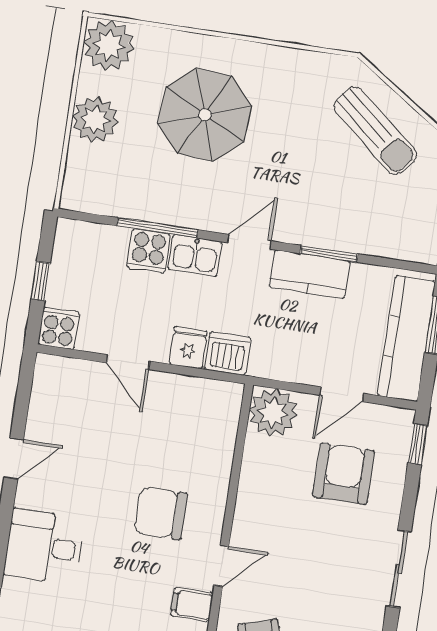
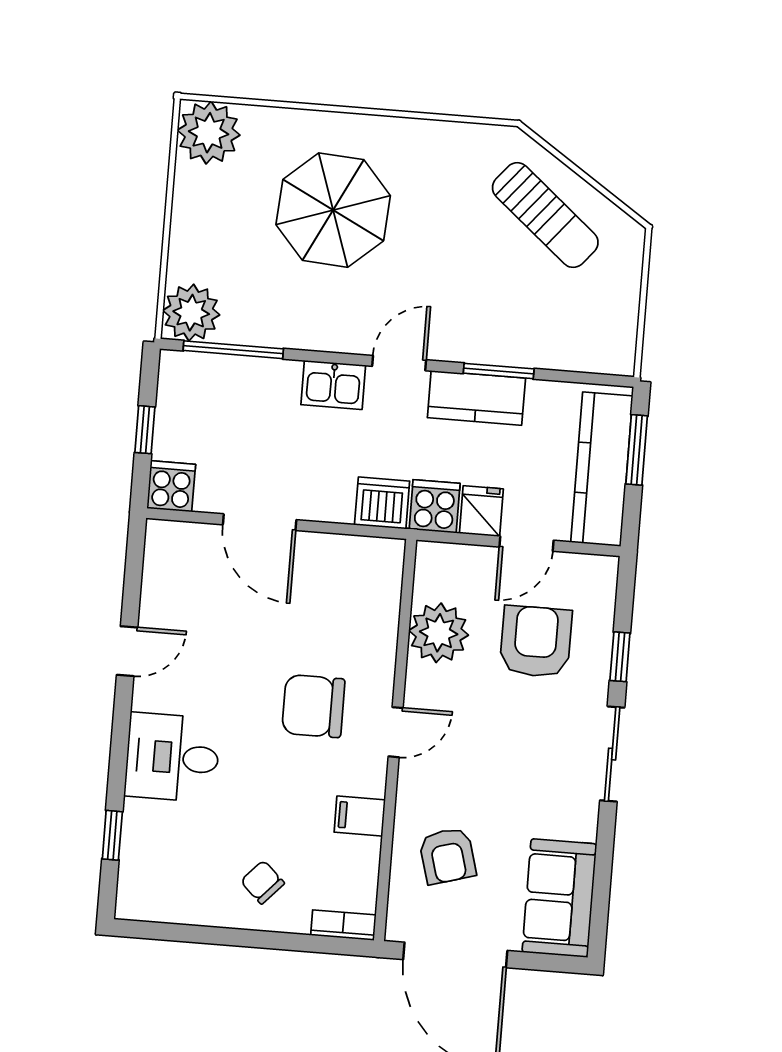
plant: (95, 119) -> (191, 313), moved
window: (157, 228) -> (233, 350), moved
cooker: (149, 251) -> (435, 506), moved, turned 180
fridge: (188, 348) -> (481, 511), moved
door: (128, 362) -> (260, 522), width x1.38
plant: (273, 412) -> (439, 633), moved
window: (418, 444) -> (620, 657), moved
door: (222, 566) -> (396, 732), moved

